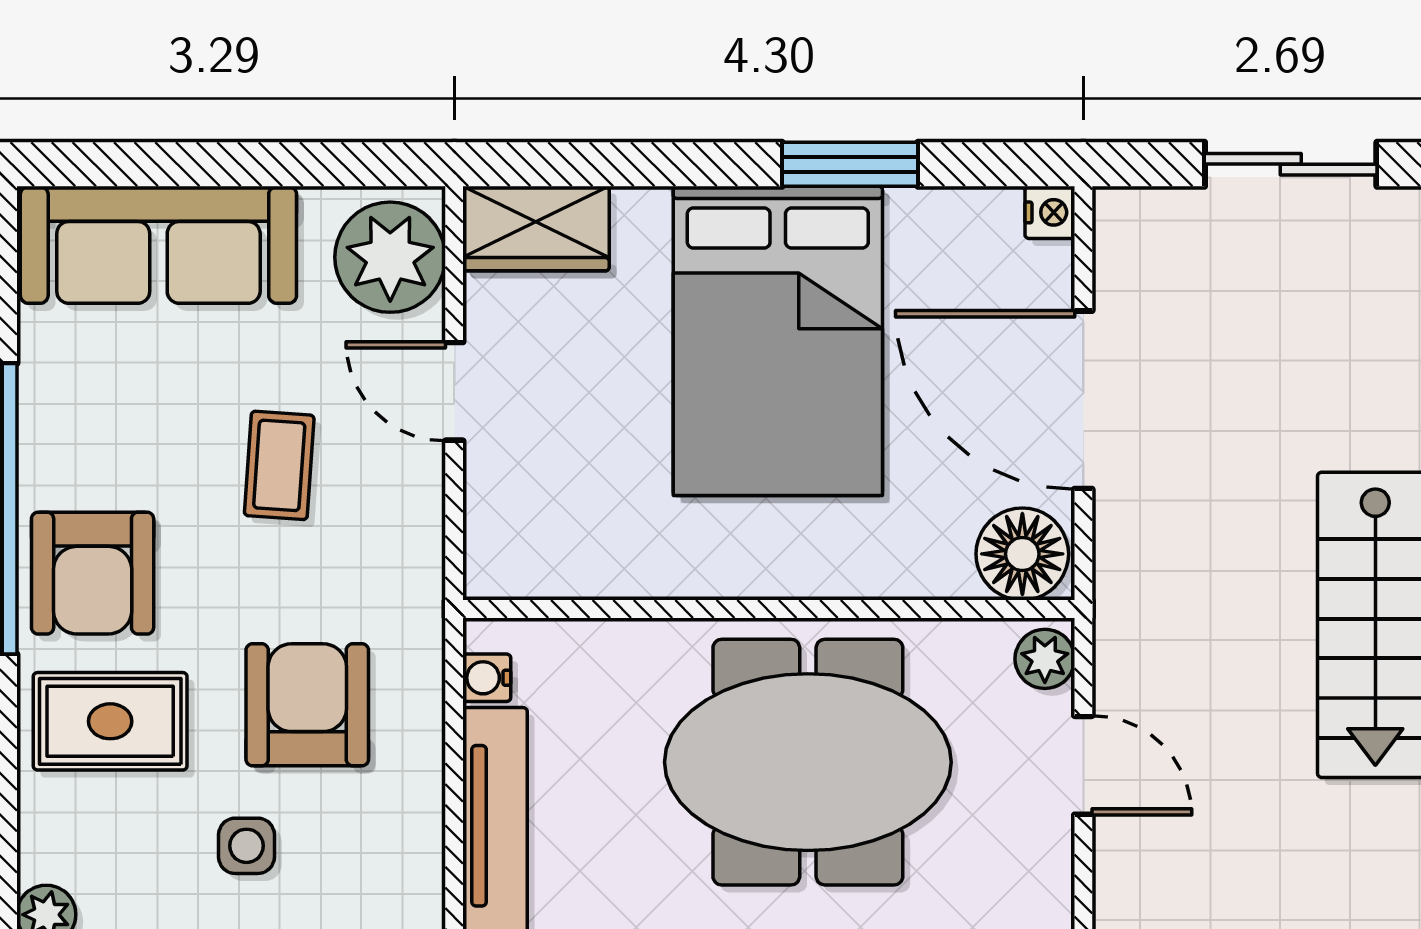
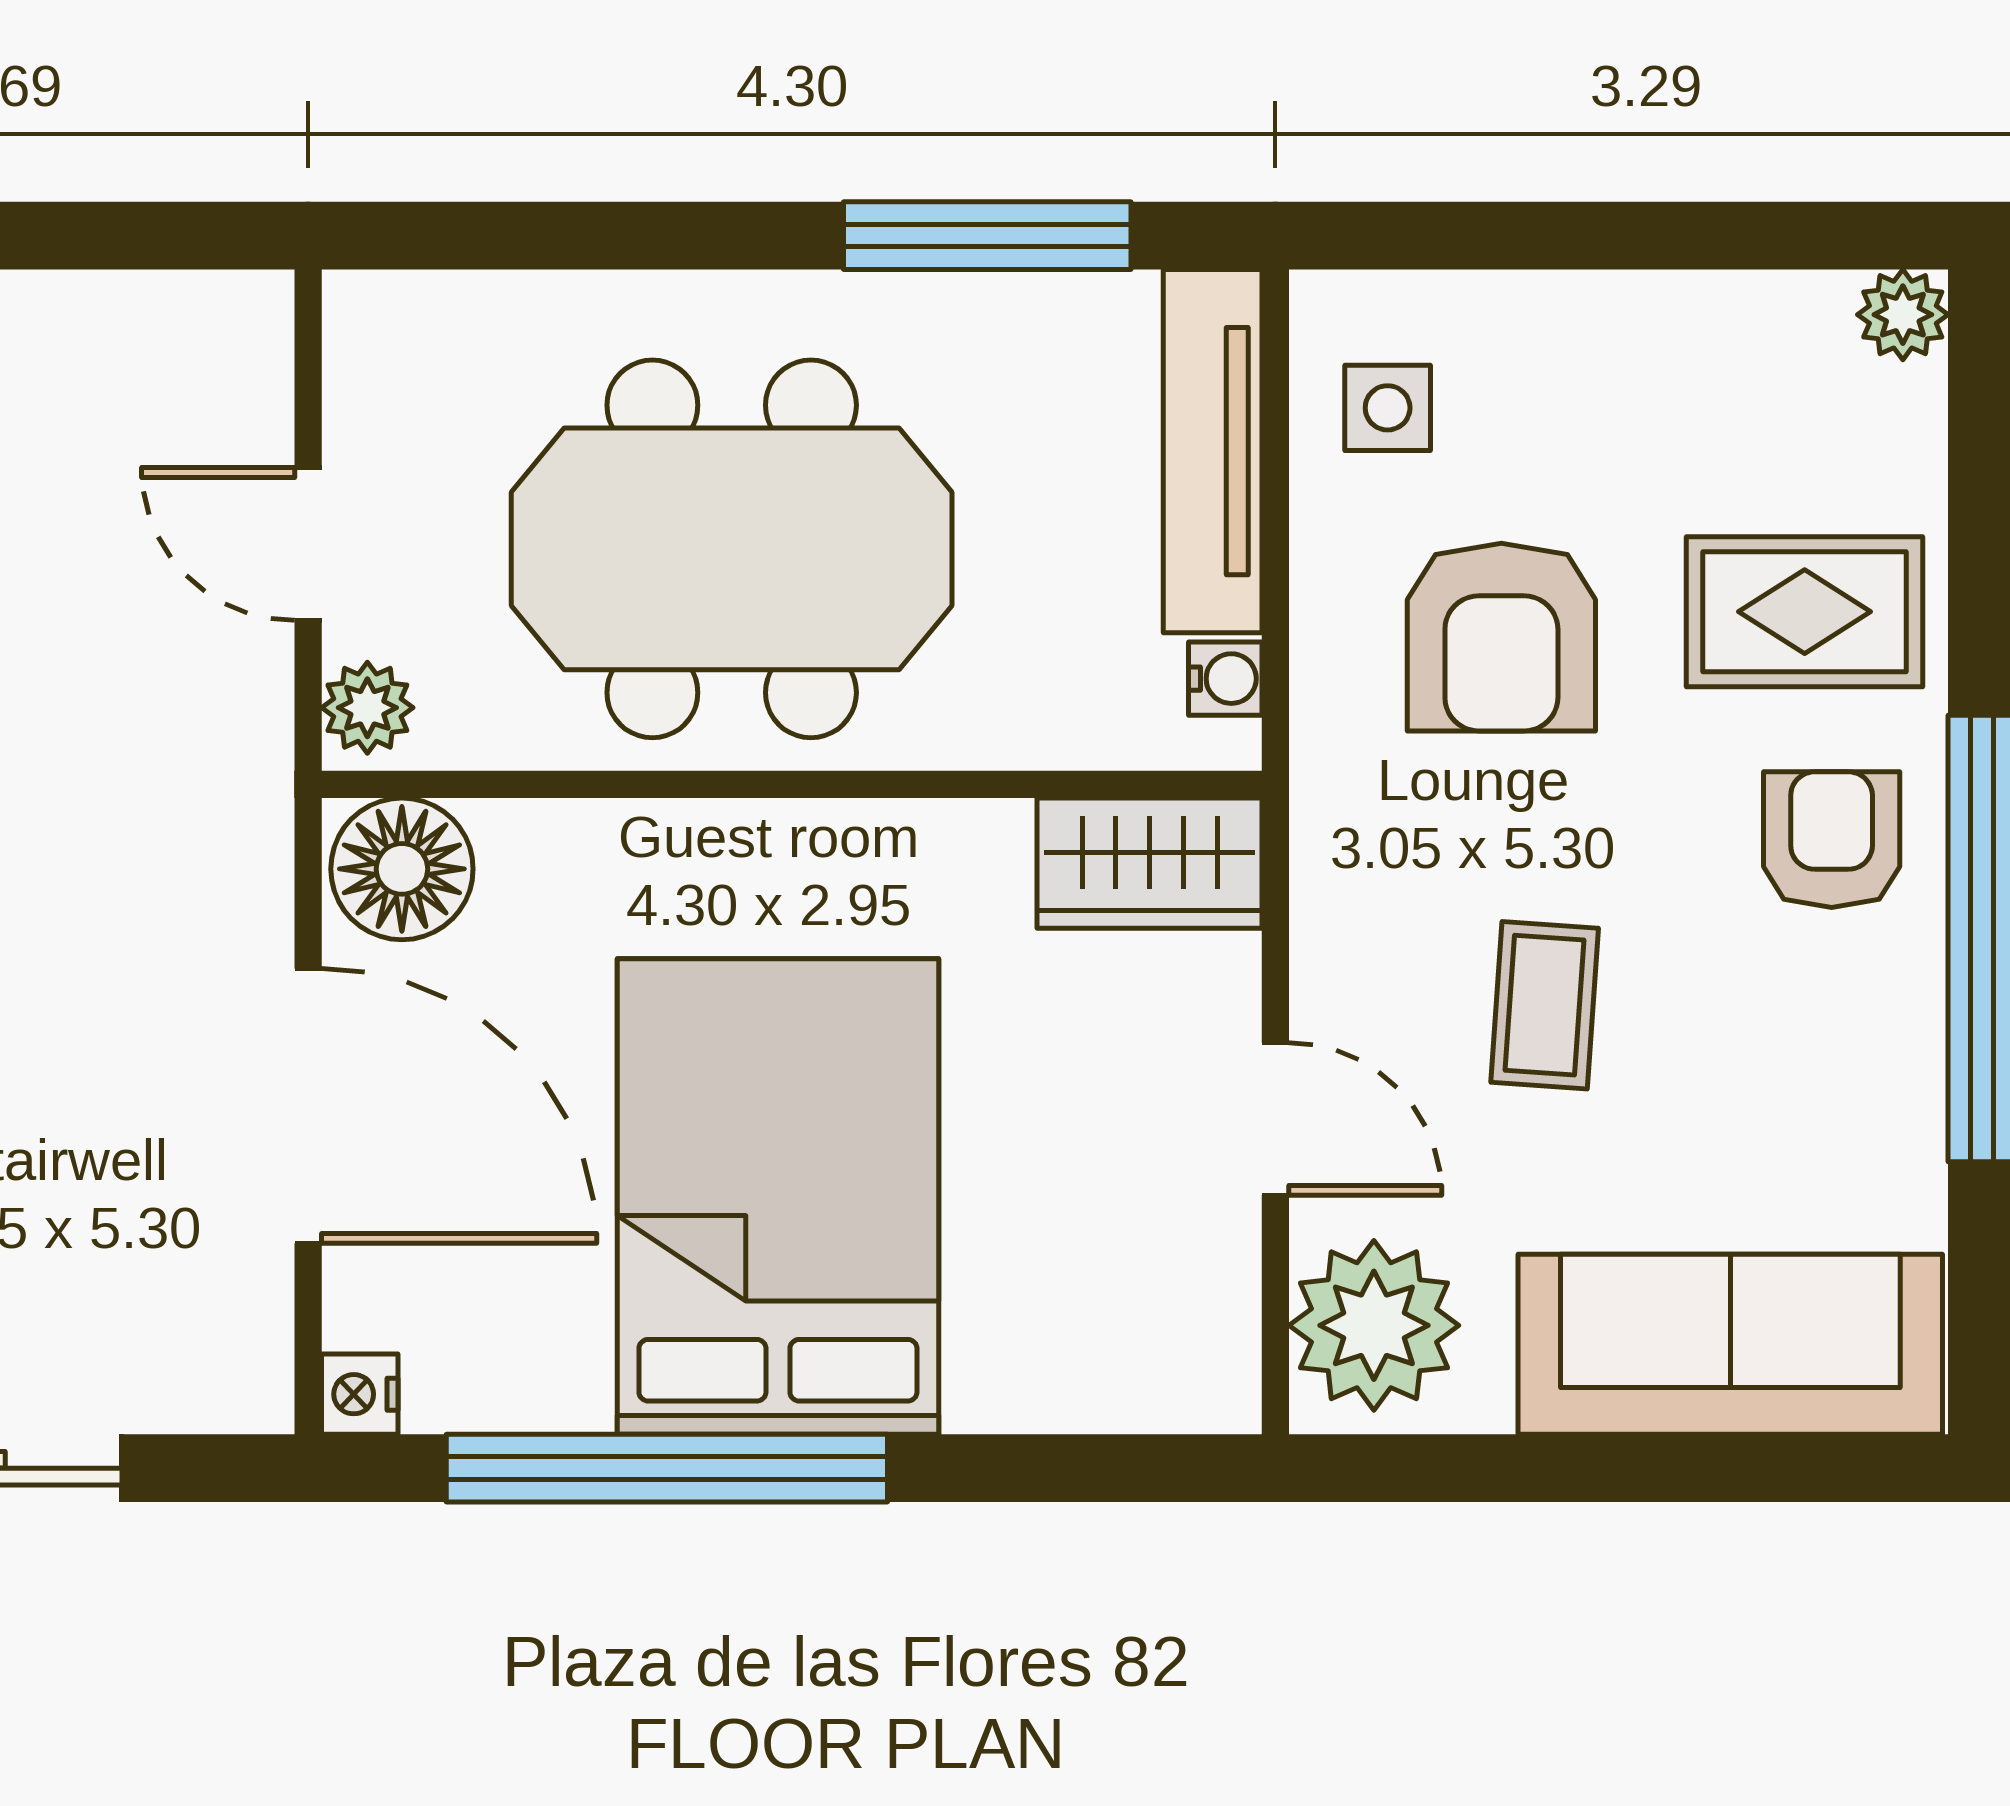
window: (850, 164) -> (667, 1468), width x2.11
wardrobe: (536, 229) -> (1150, 863), moved, turned 180
armchair: (93, 573) -> (1832, 840), width x0.72, depth x0.72
side table: (246, 846) -> (1388, 408), moved

